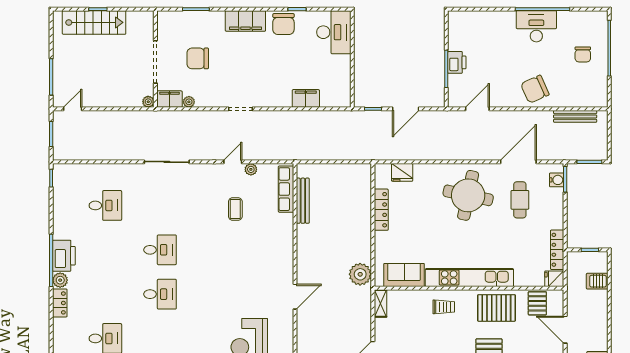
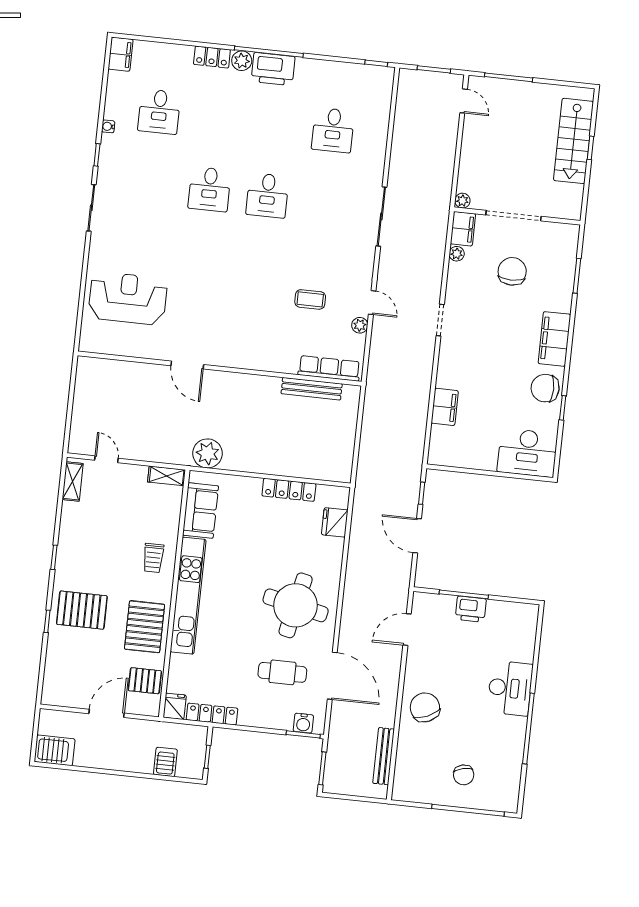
desk: (536, 26) -> (510, 688), moved
chair: (583, 54) -> (464, 775), turned -104
door: (477, 109) -> (407, 630), swing flipped

